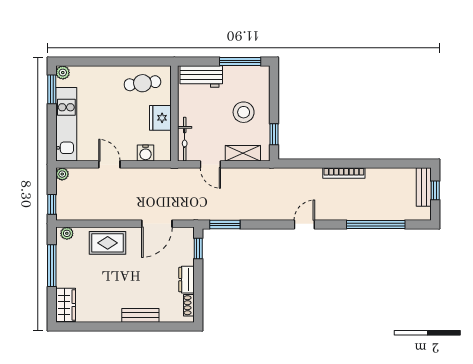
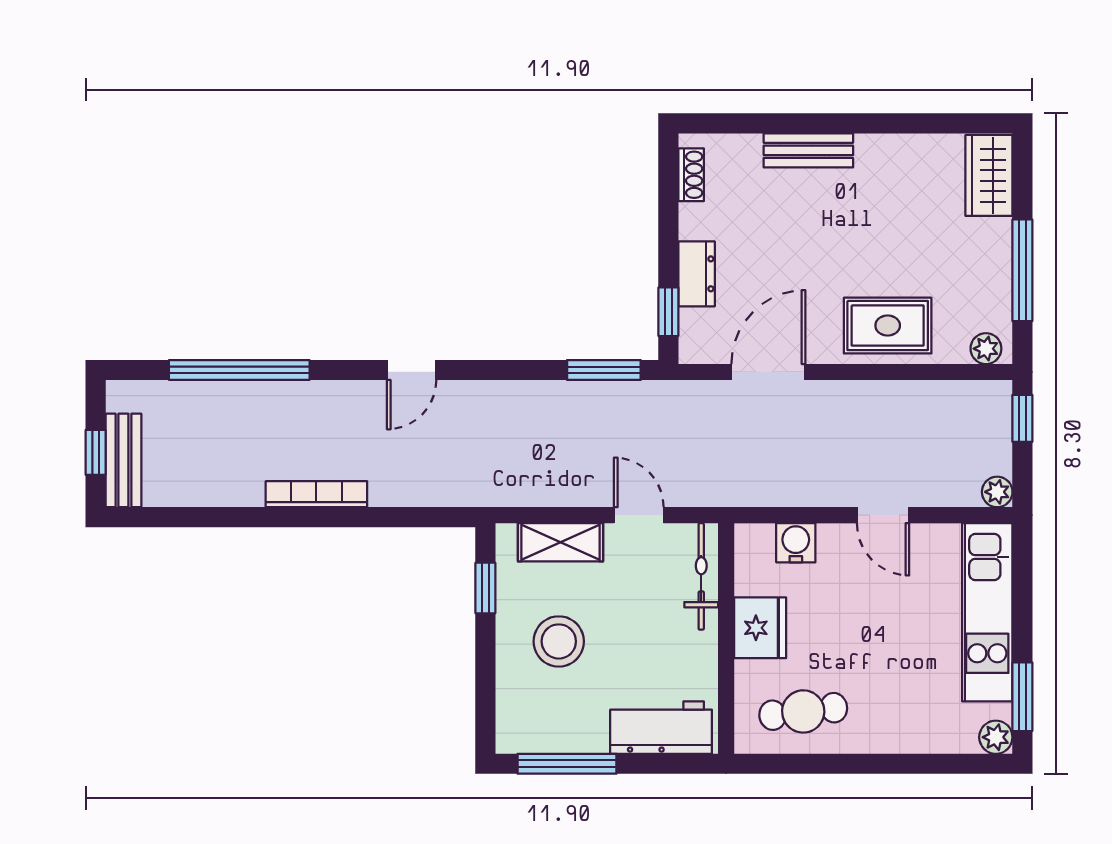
dresser: (187, 280) -> (697, 274), moved

